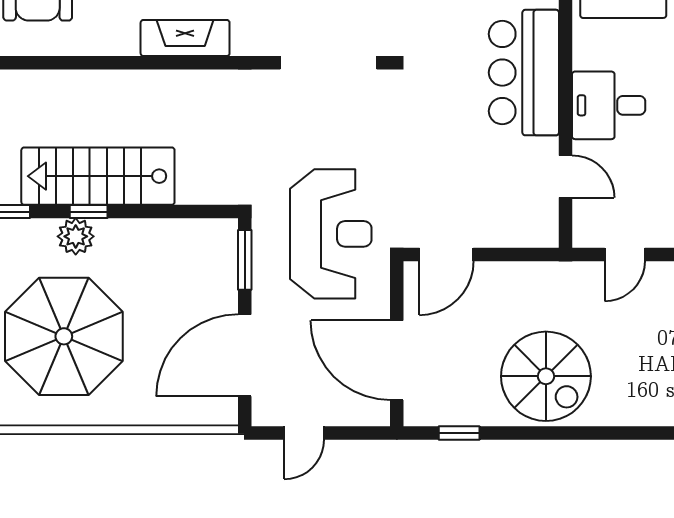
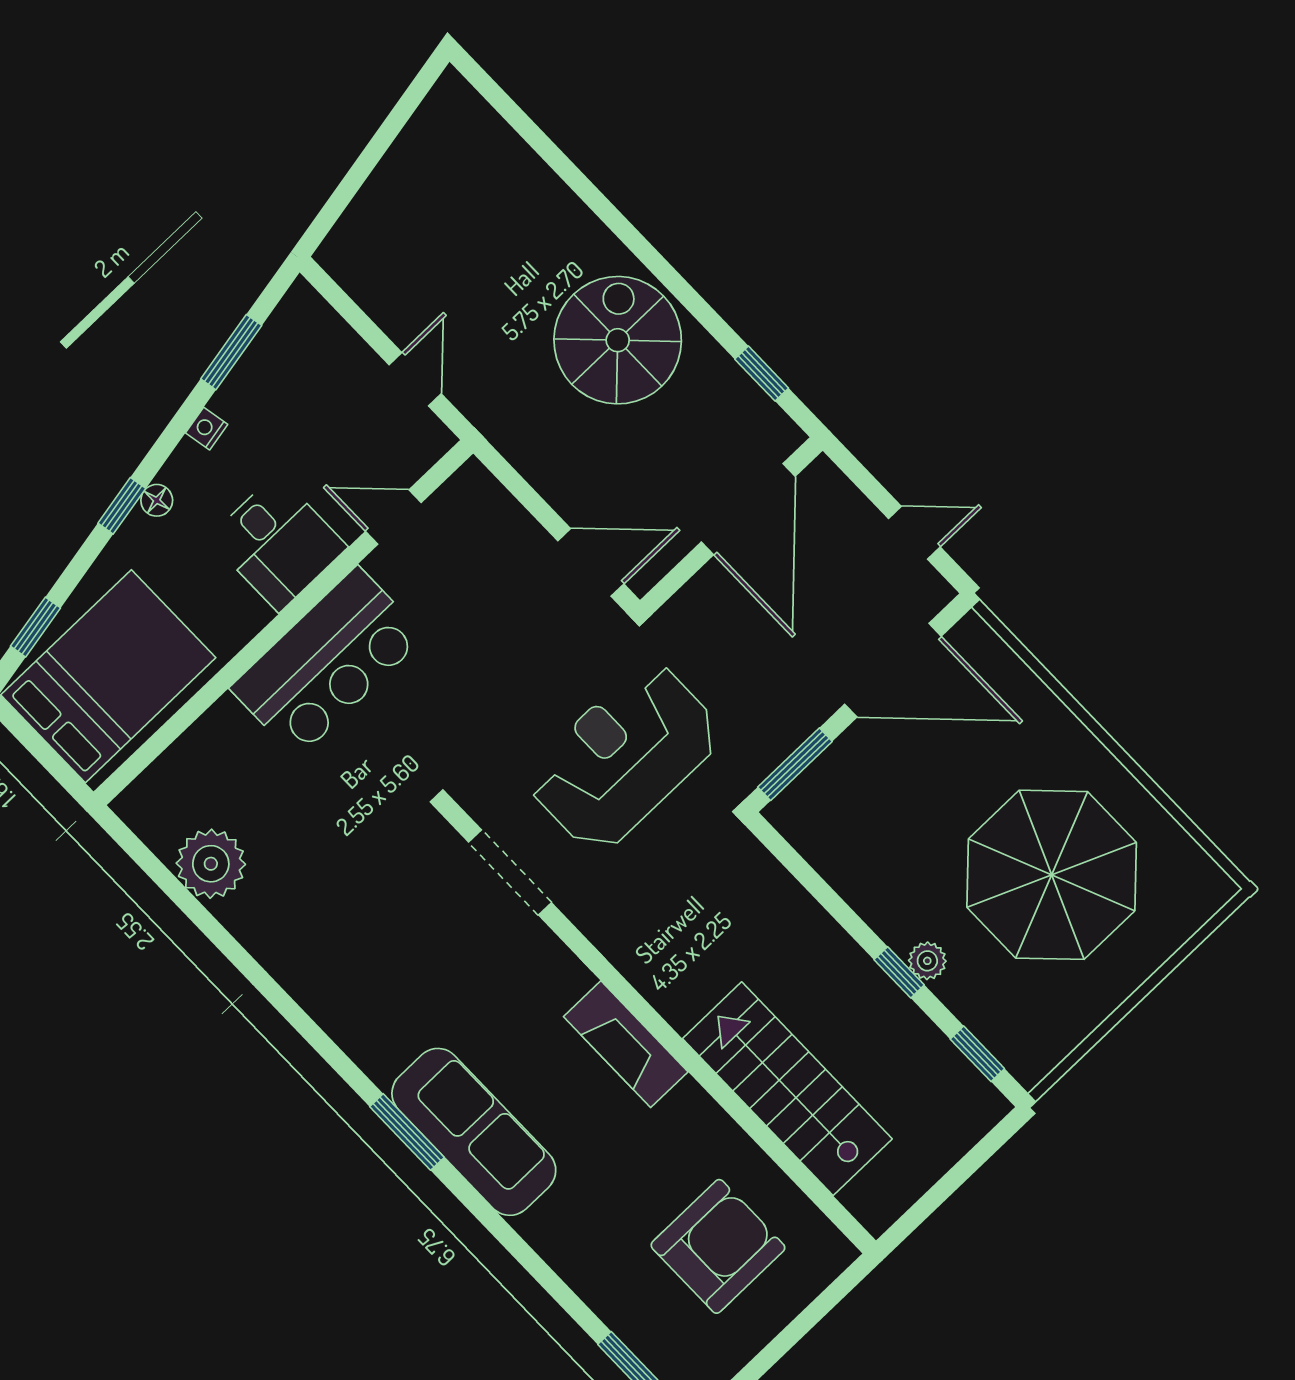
doorway: (328, 63) -> (510, 872), width x0.73
stairs: (98, 176) -> (787, 1089), moved, turned 180
door: (565, 177) -> (393, 517), hinge flipped
reception desk: (331, 234) -> (624, 757), moved
plant: (76, 236) -> (927, 961), width x0.73, depth x0.73
door: (625, 255) -> (415, 379), hinge flipped

